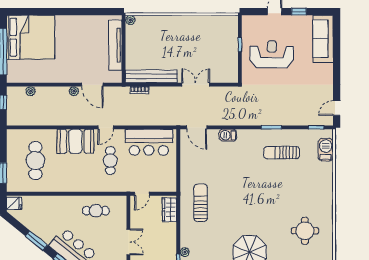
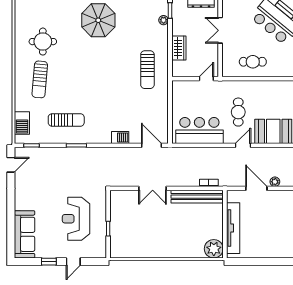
plant: (130, 20) -> (214, 249), width x1.88, depth x1.88
reception desk: (272, 54) -> (76, 219), turned 90
sun lounger: (308, 193) -> (40, 79), added
wardrobe: (169, 210) -> (179, 48), moved

